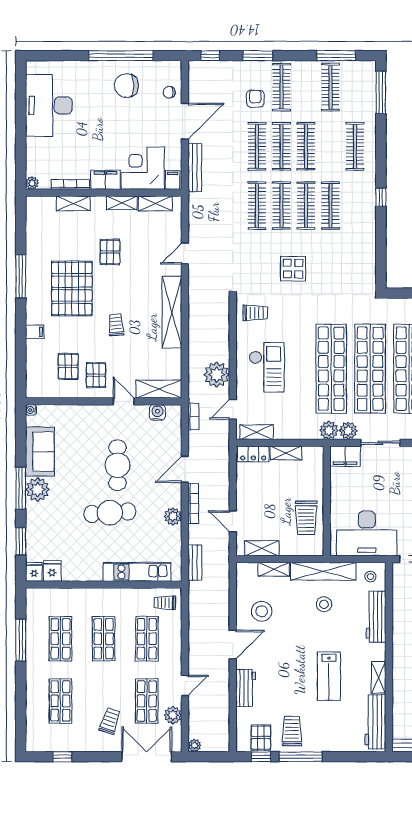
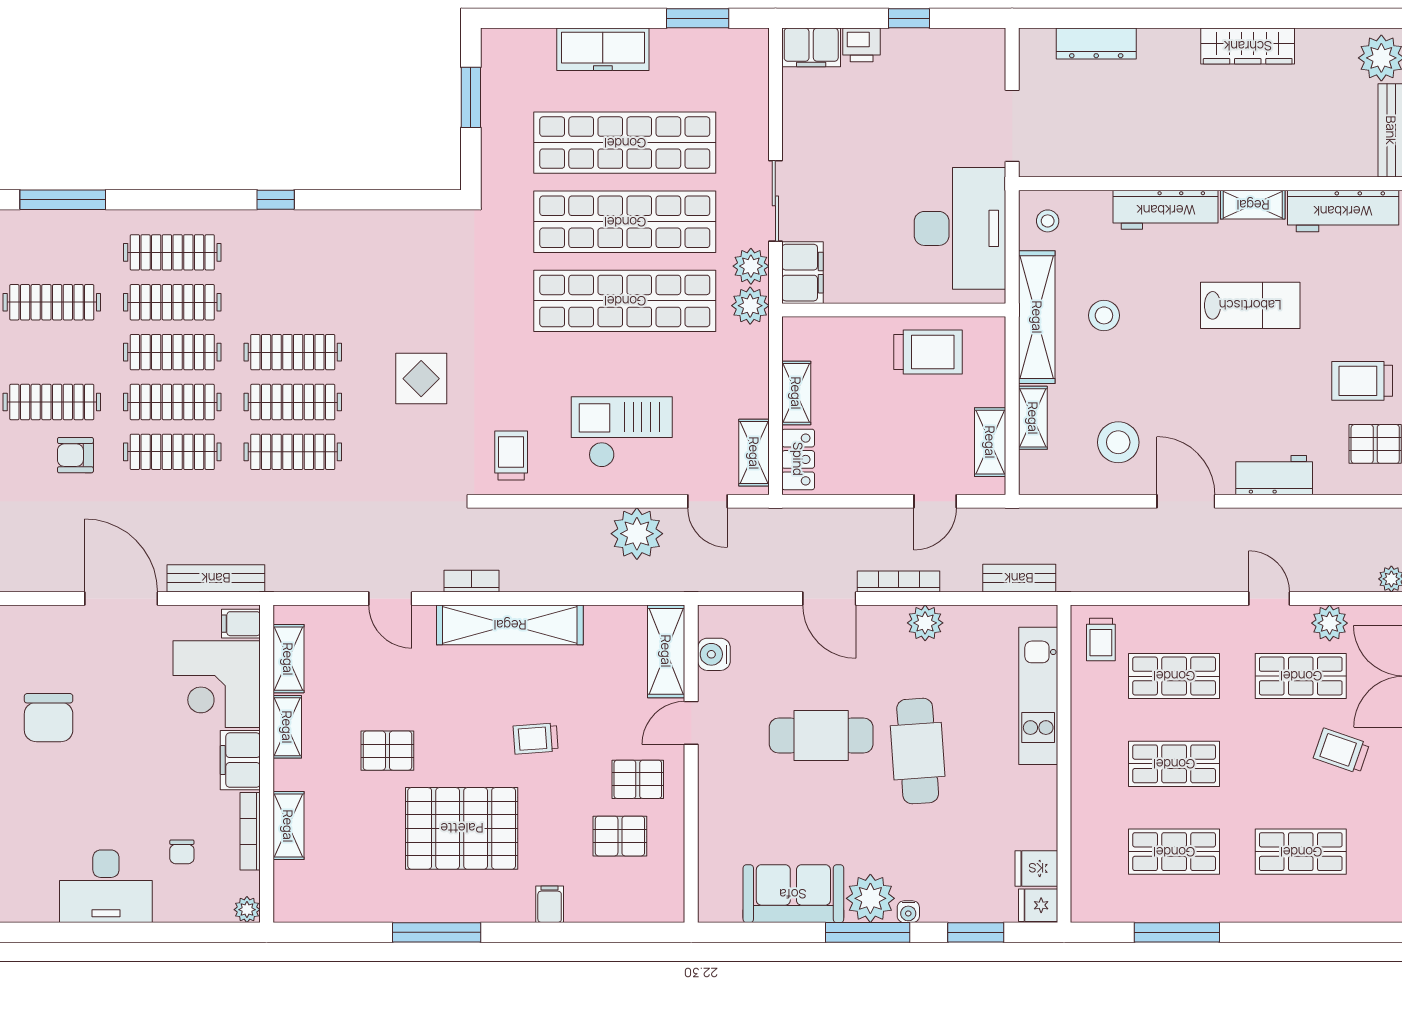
chair: (169, 92) -> (182, 852), moved
desk: (49, 105) -> (106, 886), width x0.73, depth x0.77
clothes rail: (330, 206) -> (172, 302), moved
water cooler: (31, 410) -> (908, 912), moved
bookcase: (193, 416) -> (472, 581), moved
workbench: (376, 617) -> (1166, 210), moved

